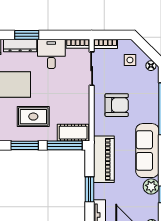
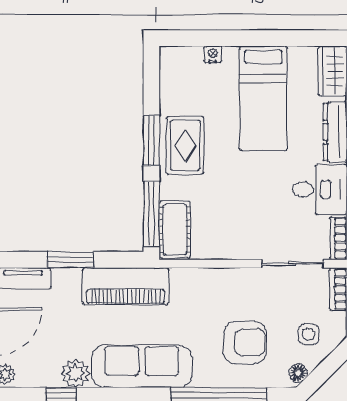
armchair: (117, 105) -> (245, 342), moved, turned -90
rug: (33, 117) -> (185, 145), moved

